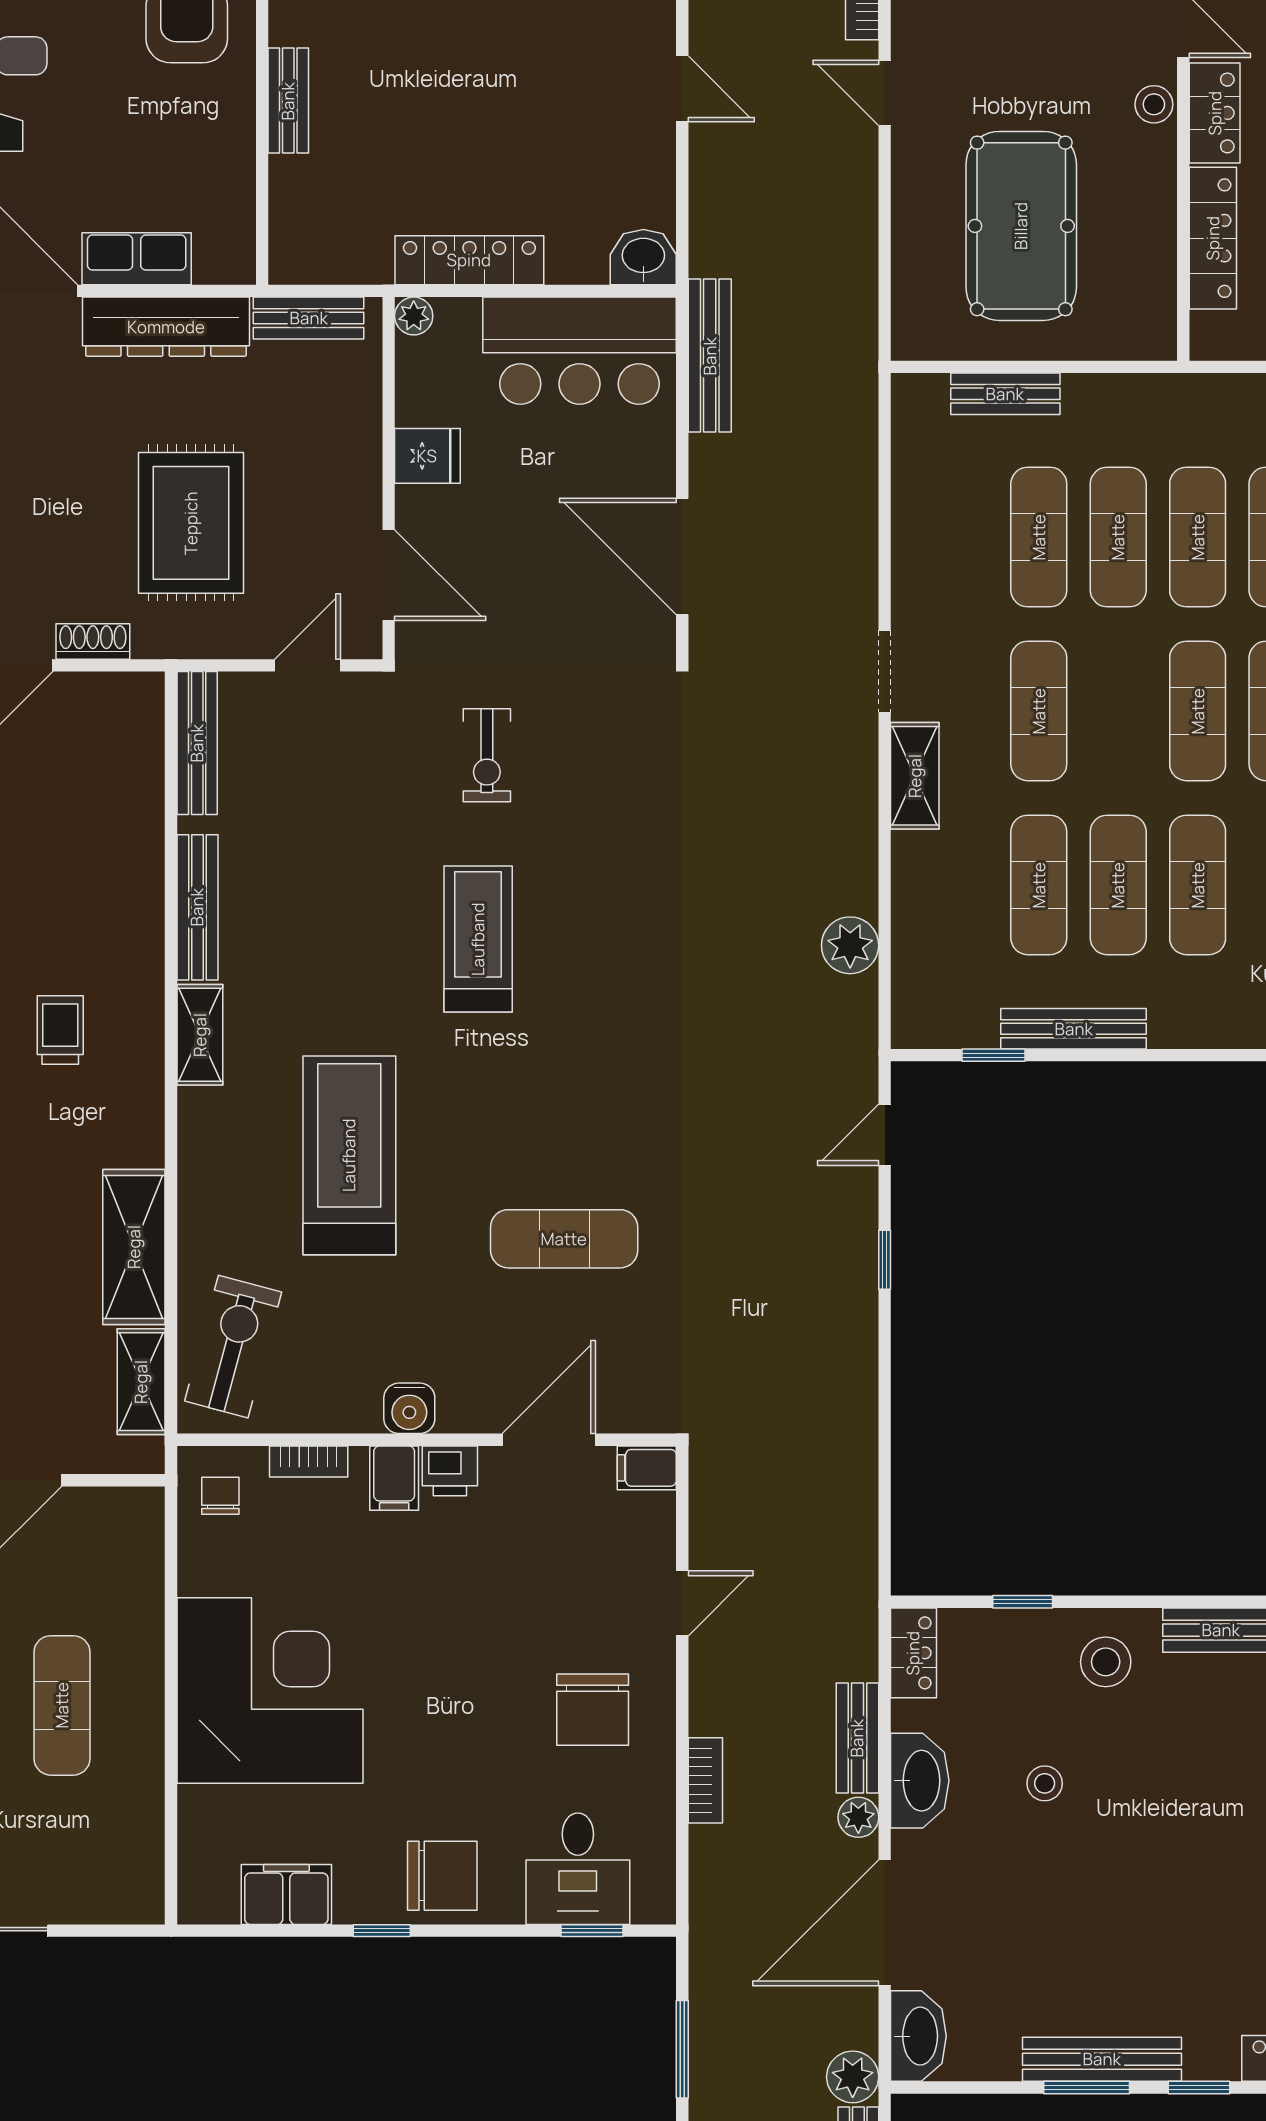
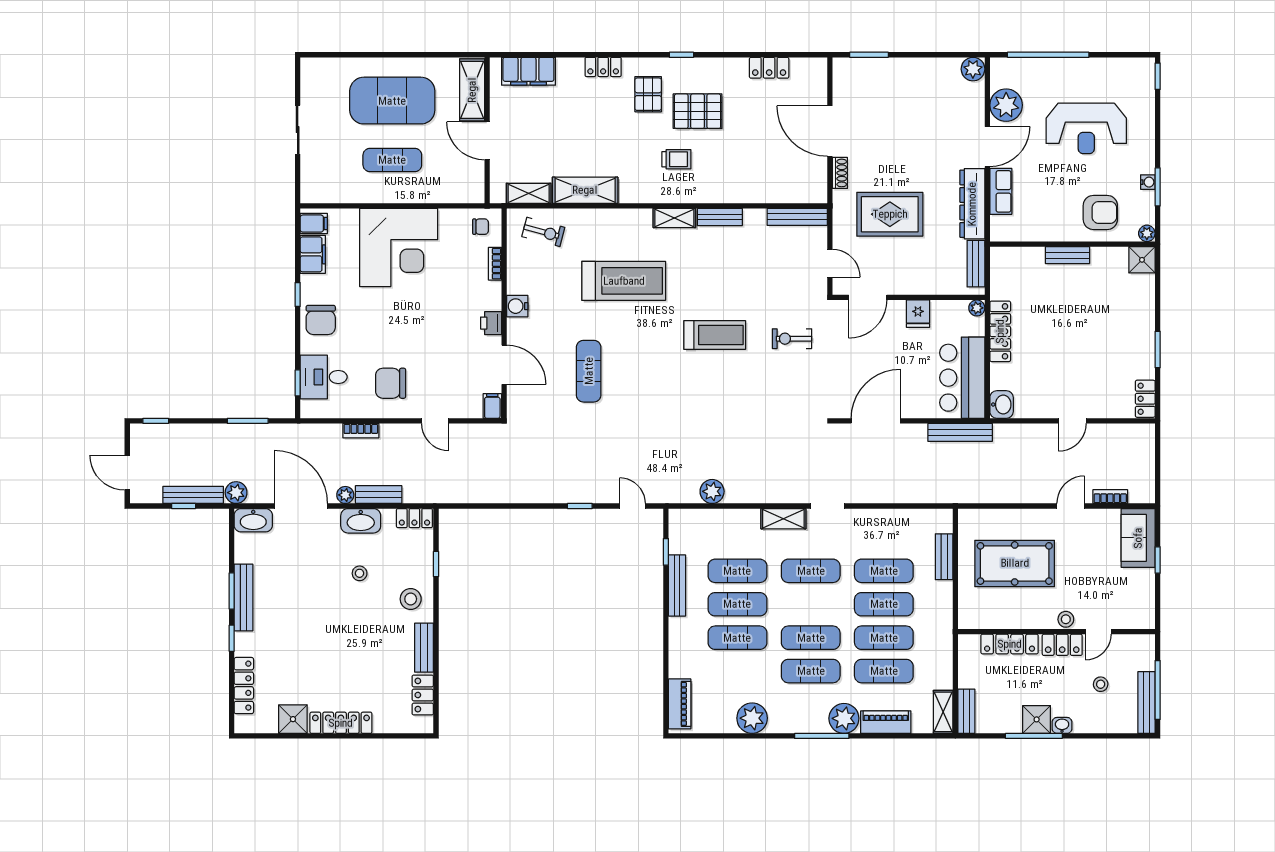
bench: (197, 907) -> (720, 217), width x0.73
exercise bike: (233, 1347) -> (543, 232), width x0.73, depth x0.72
filing cabinet: (394, 1478) -> (314, 224), moved, turned 180

